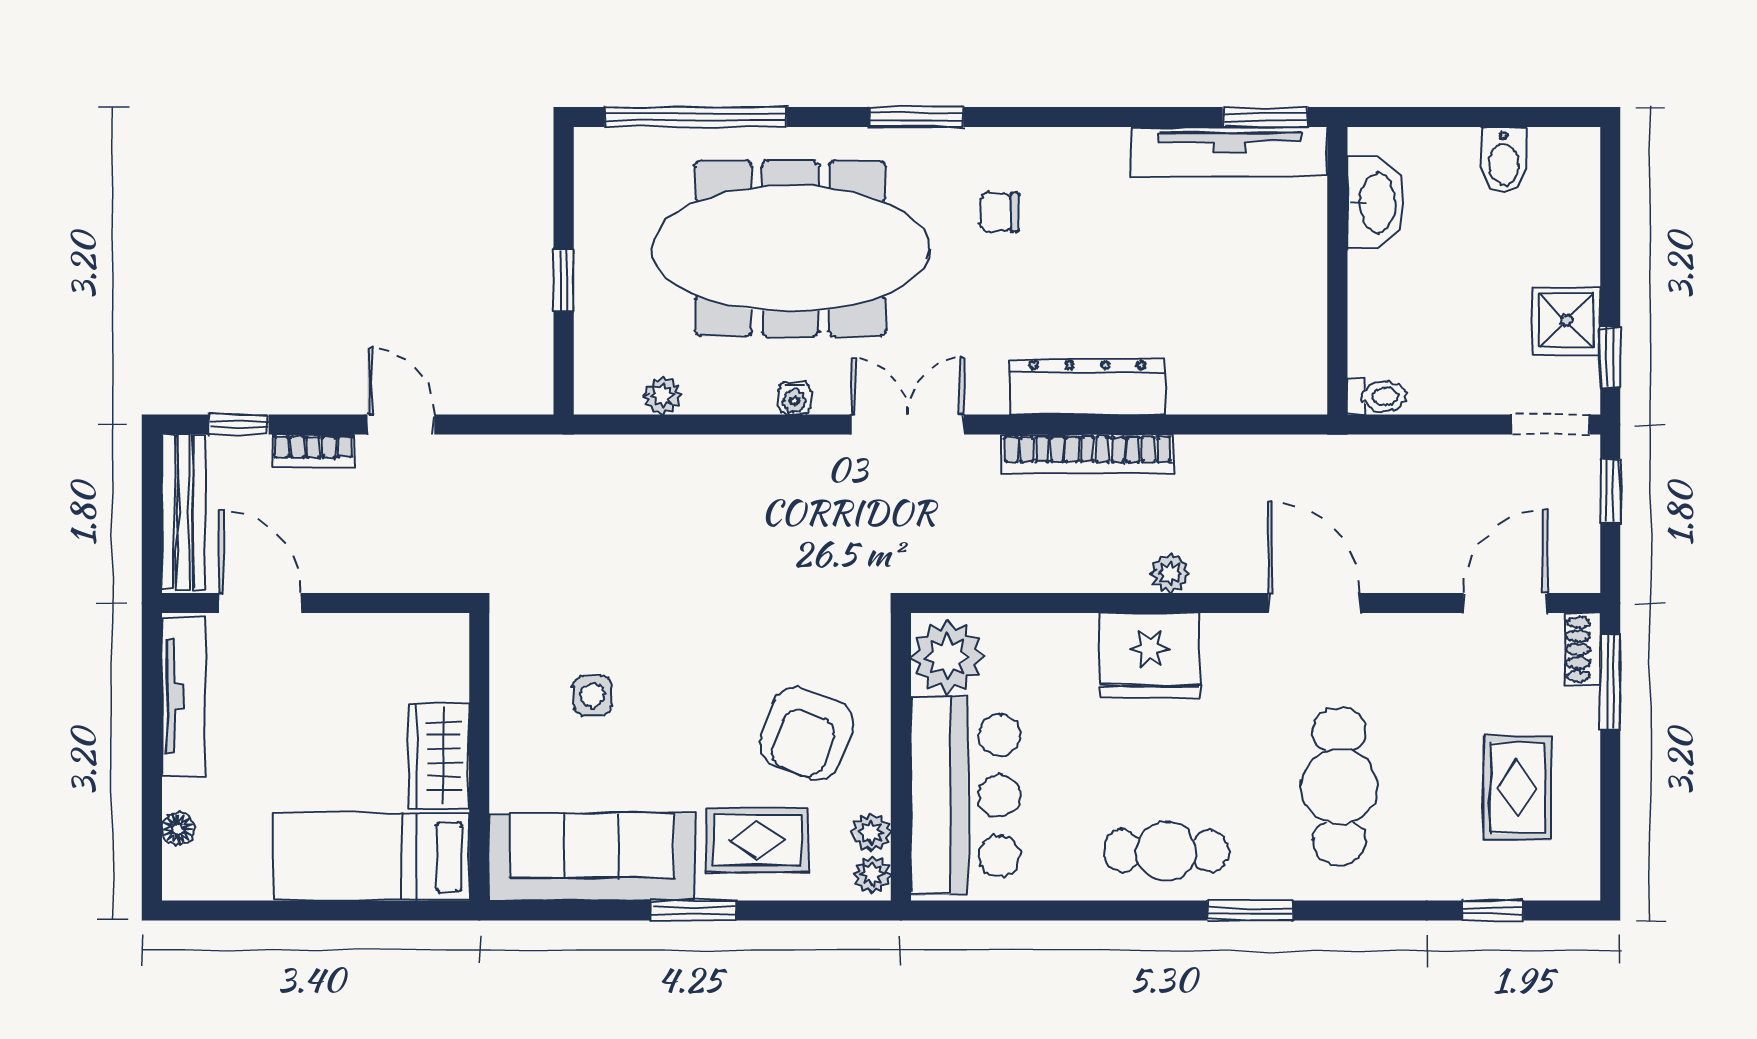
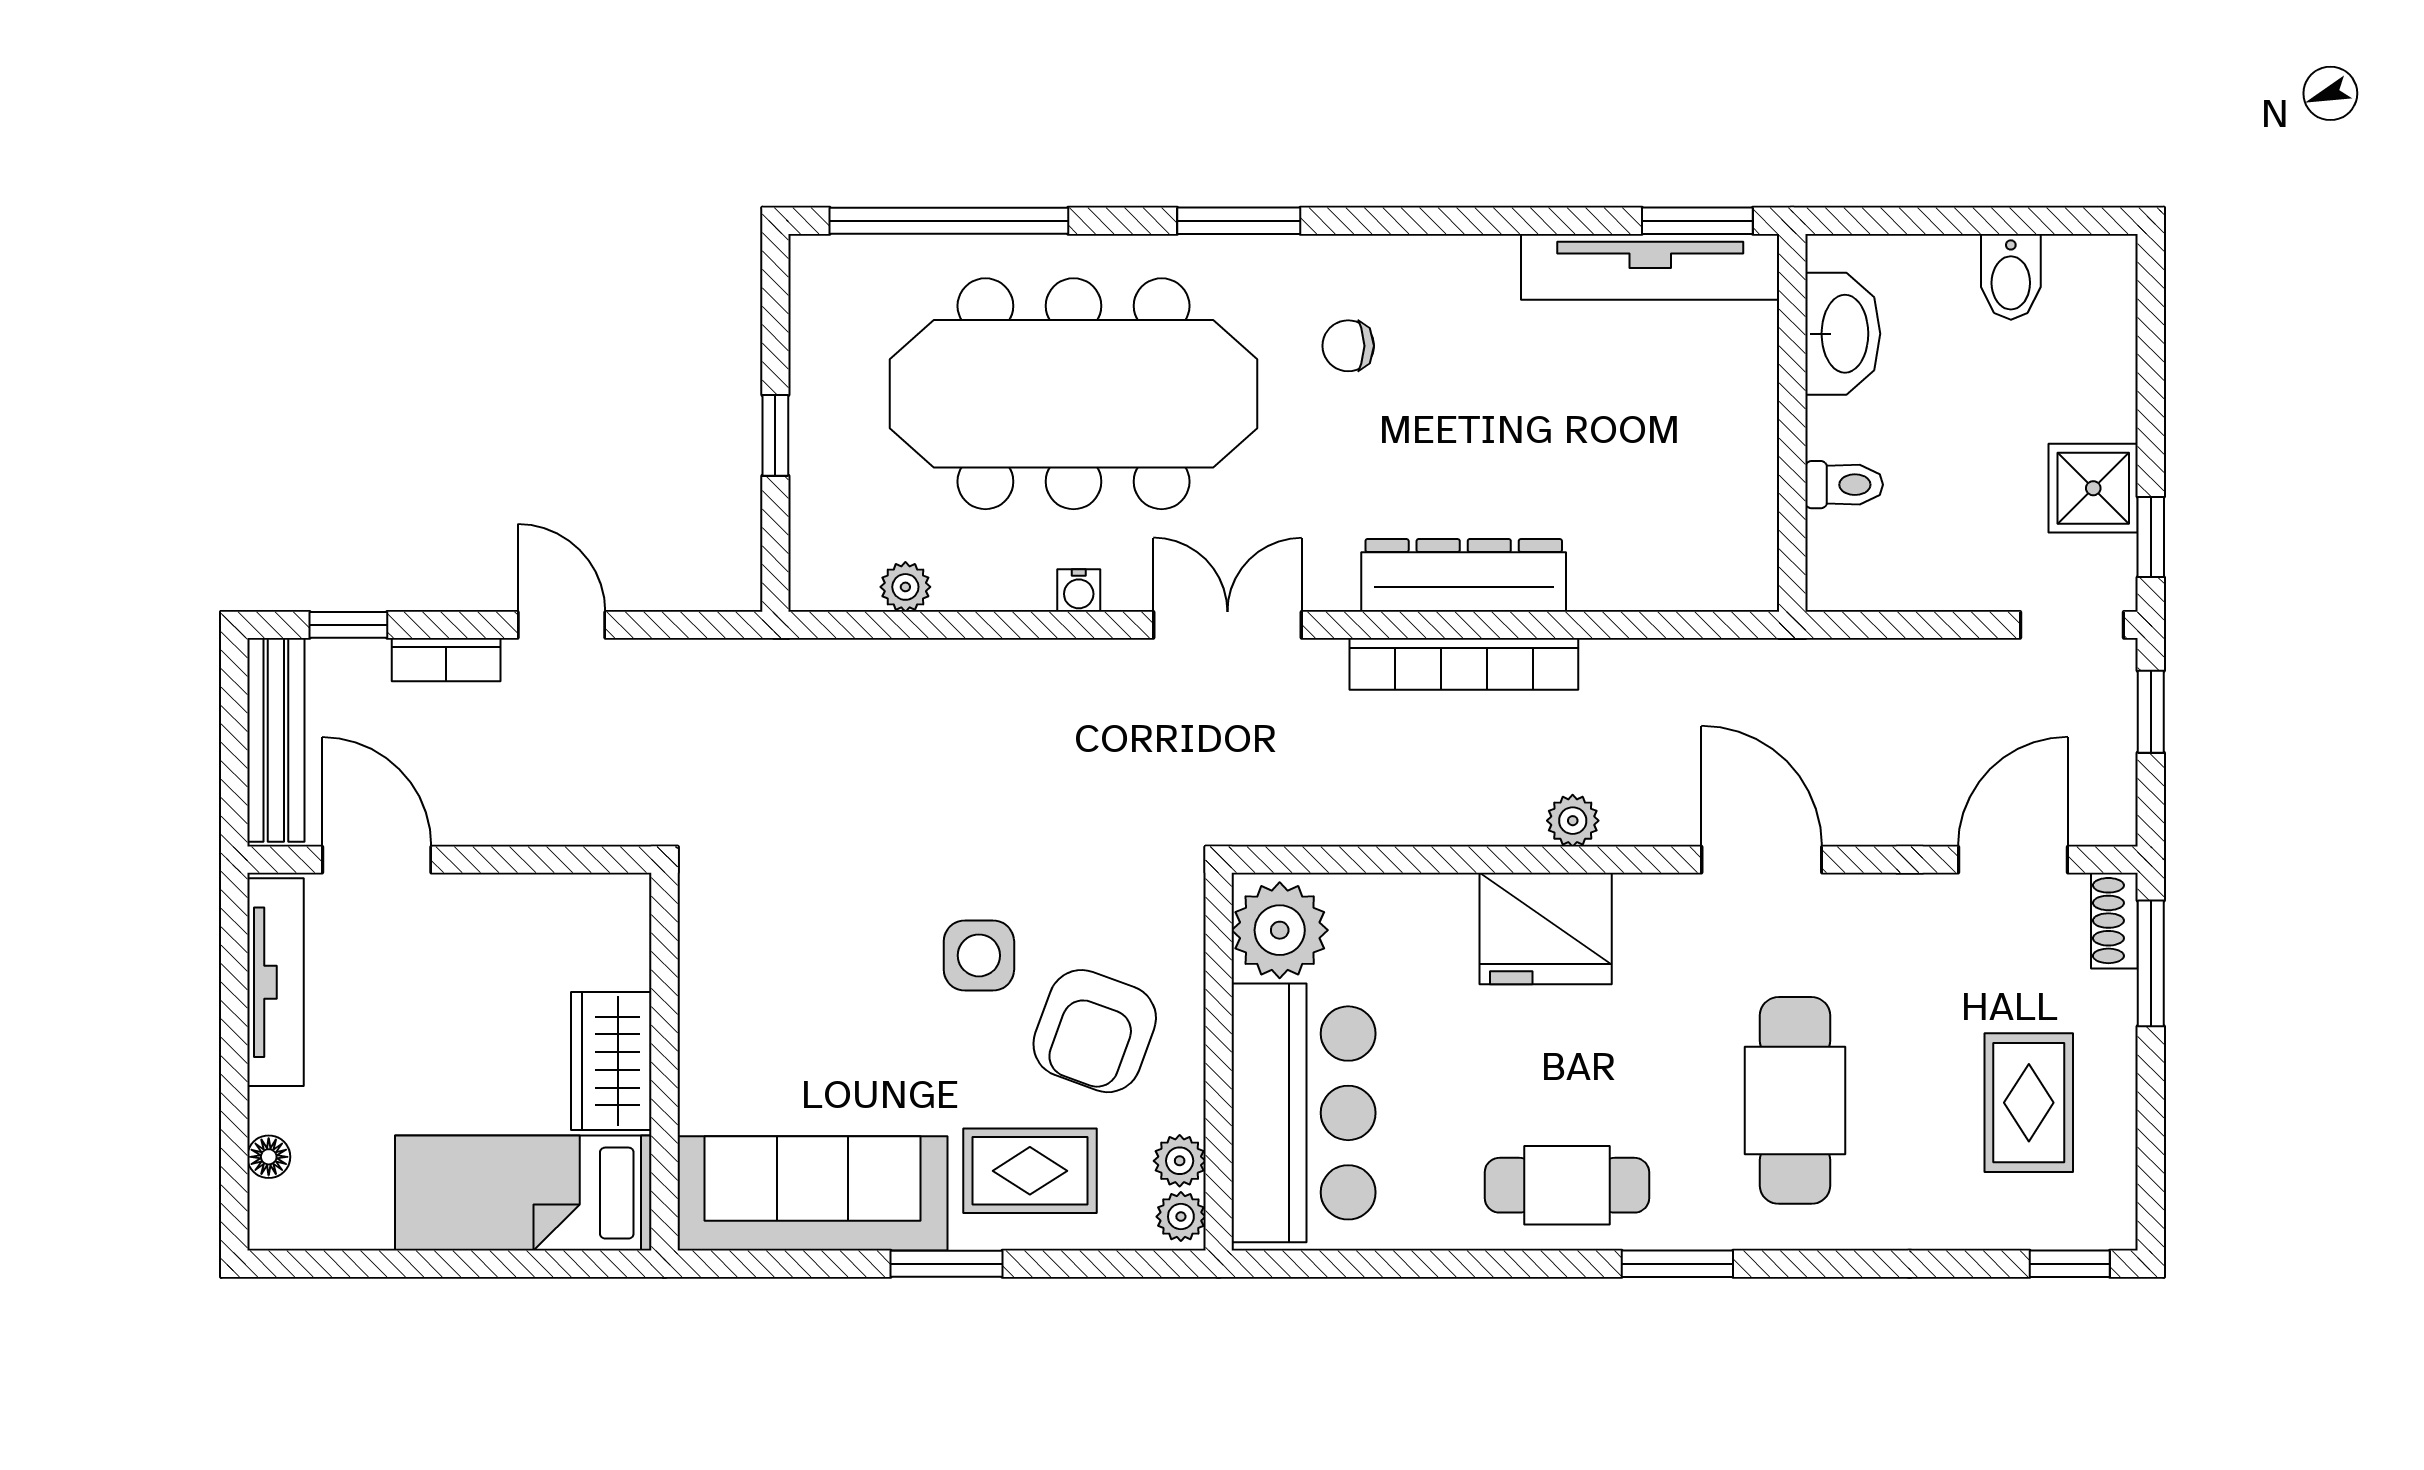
toilet: (1377, 396) -> (1844, 485), moved
side table: (592, 696) -> (979, 955), moved, width x1.37, depth x1.37
window: (1493, 911) -> (2070, 1264), moved

